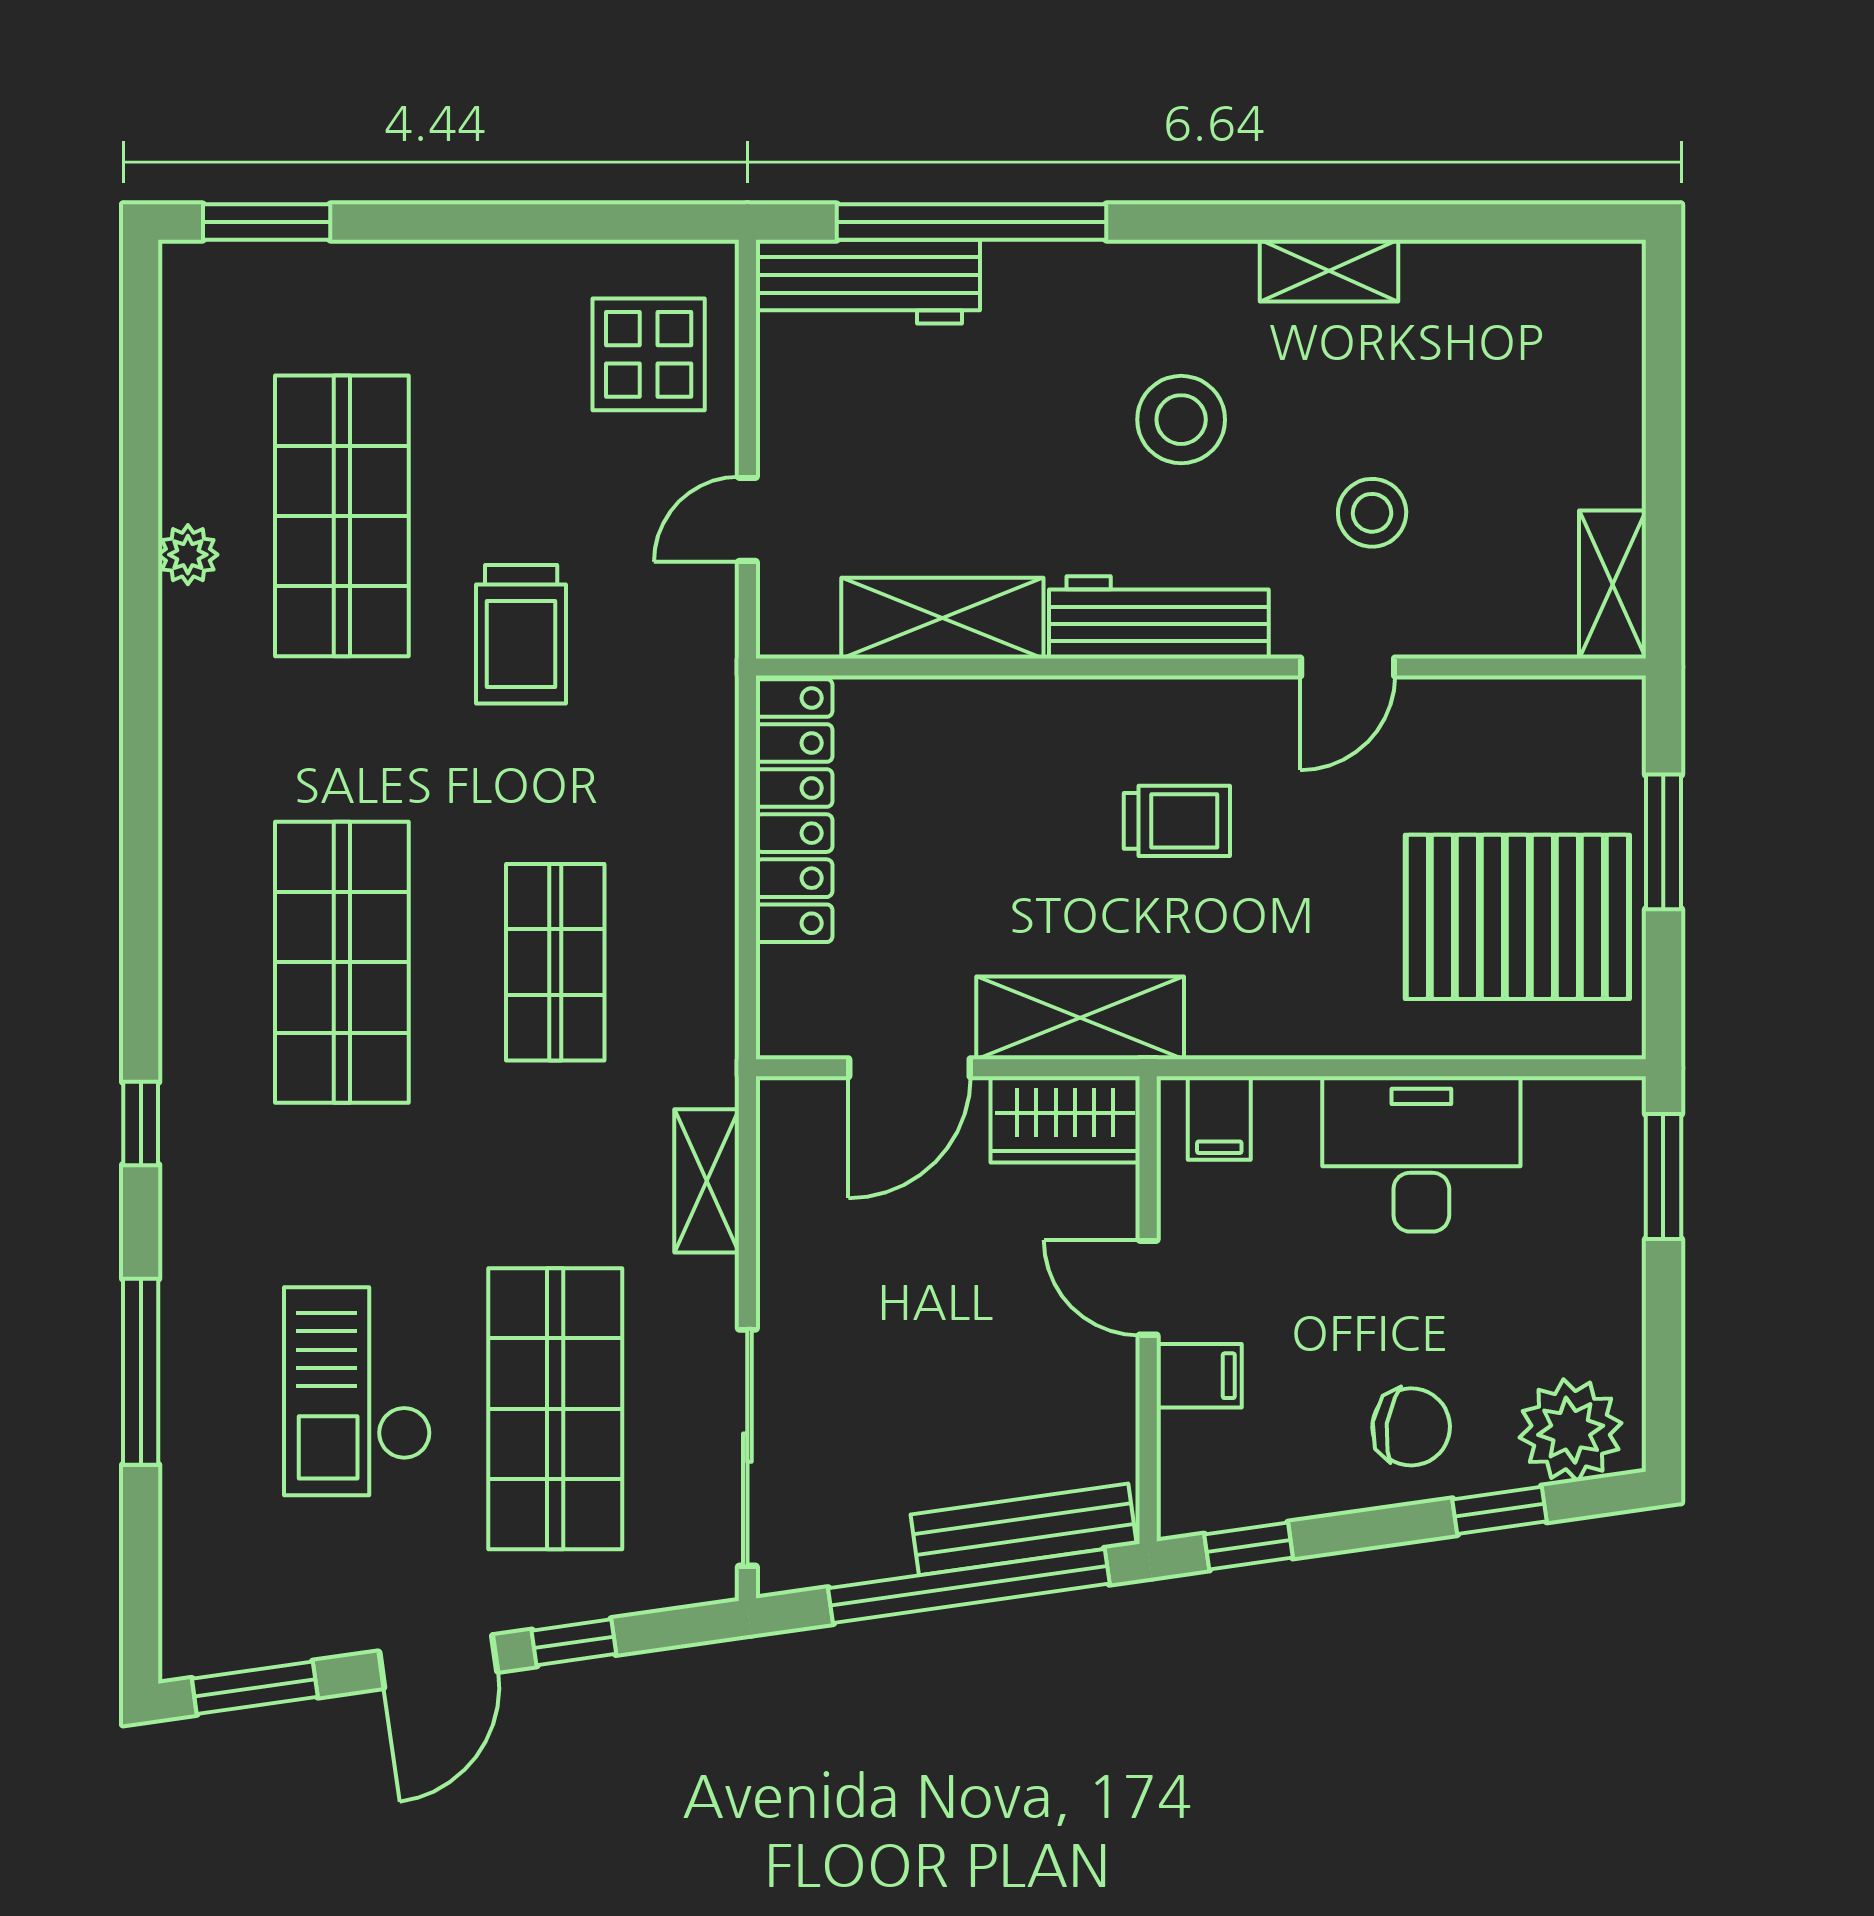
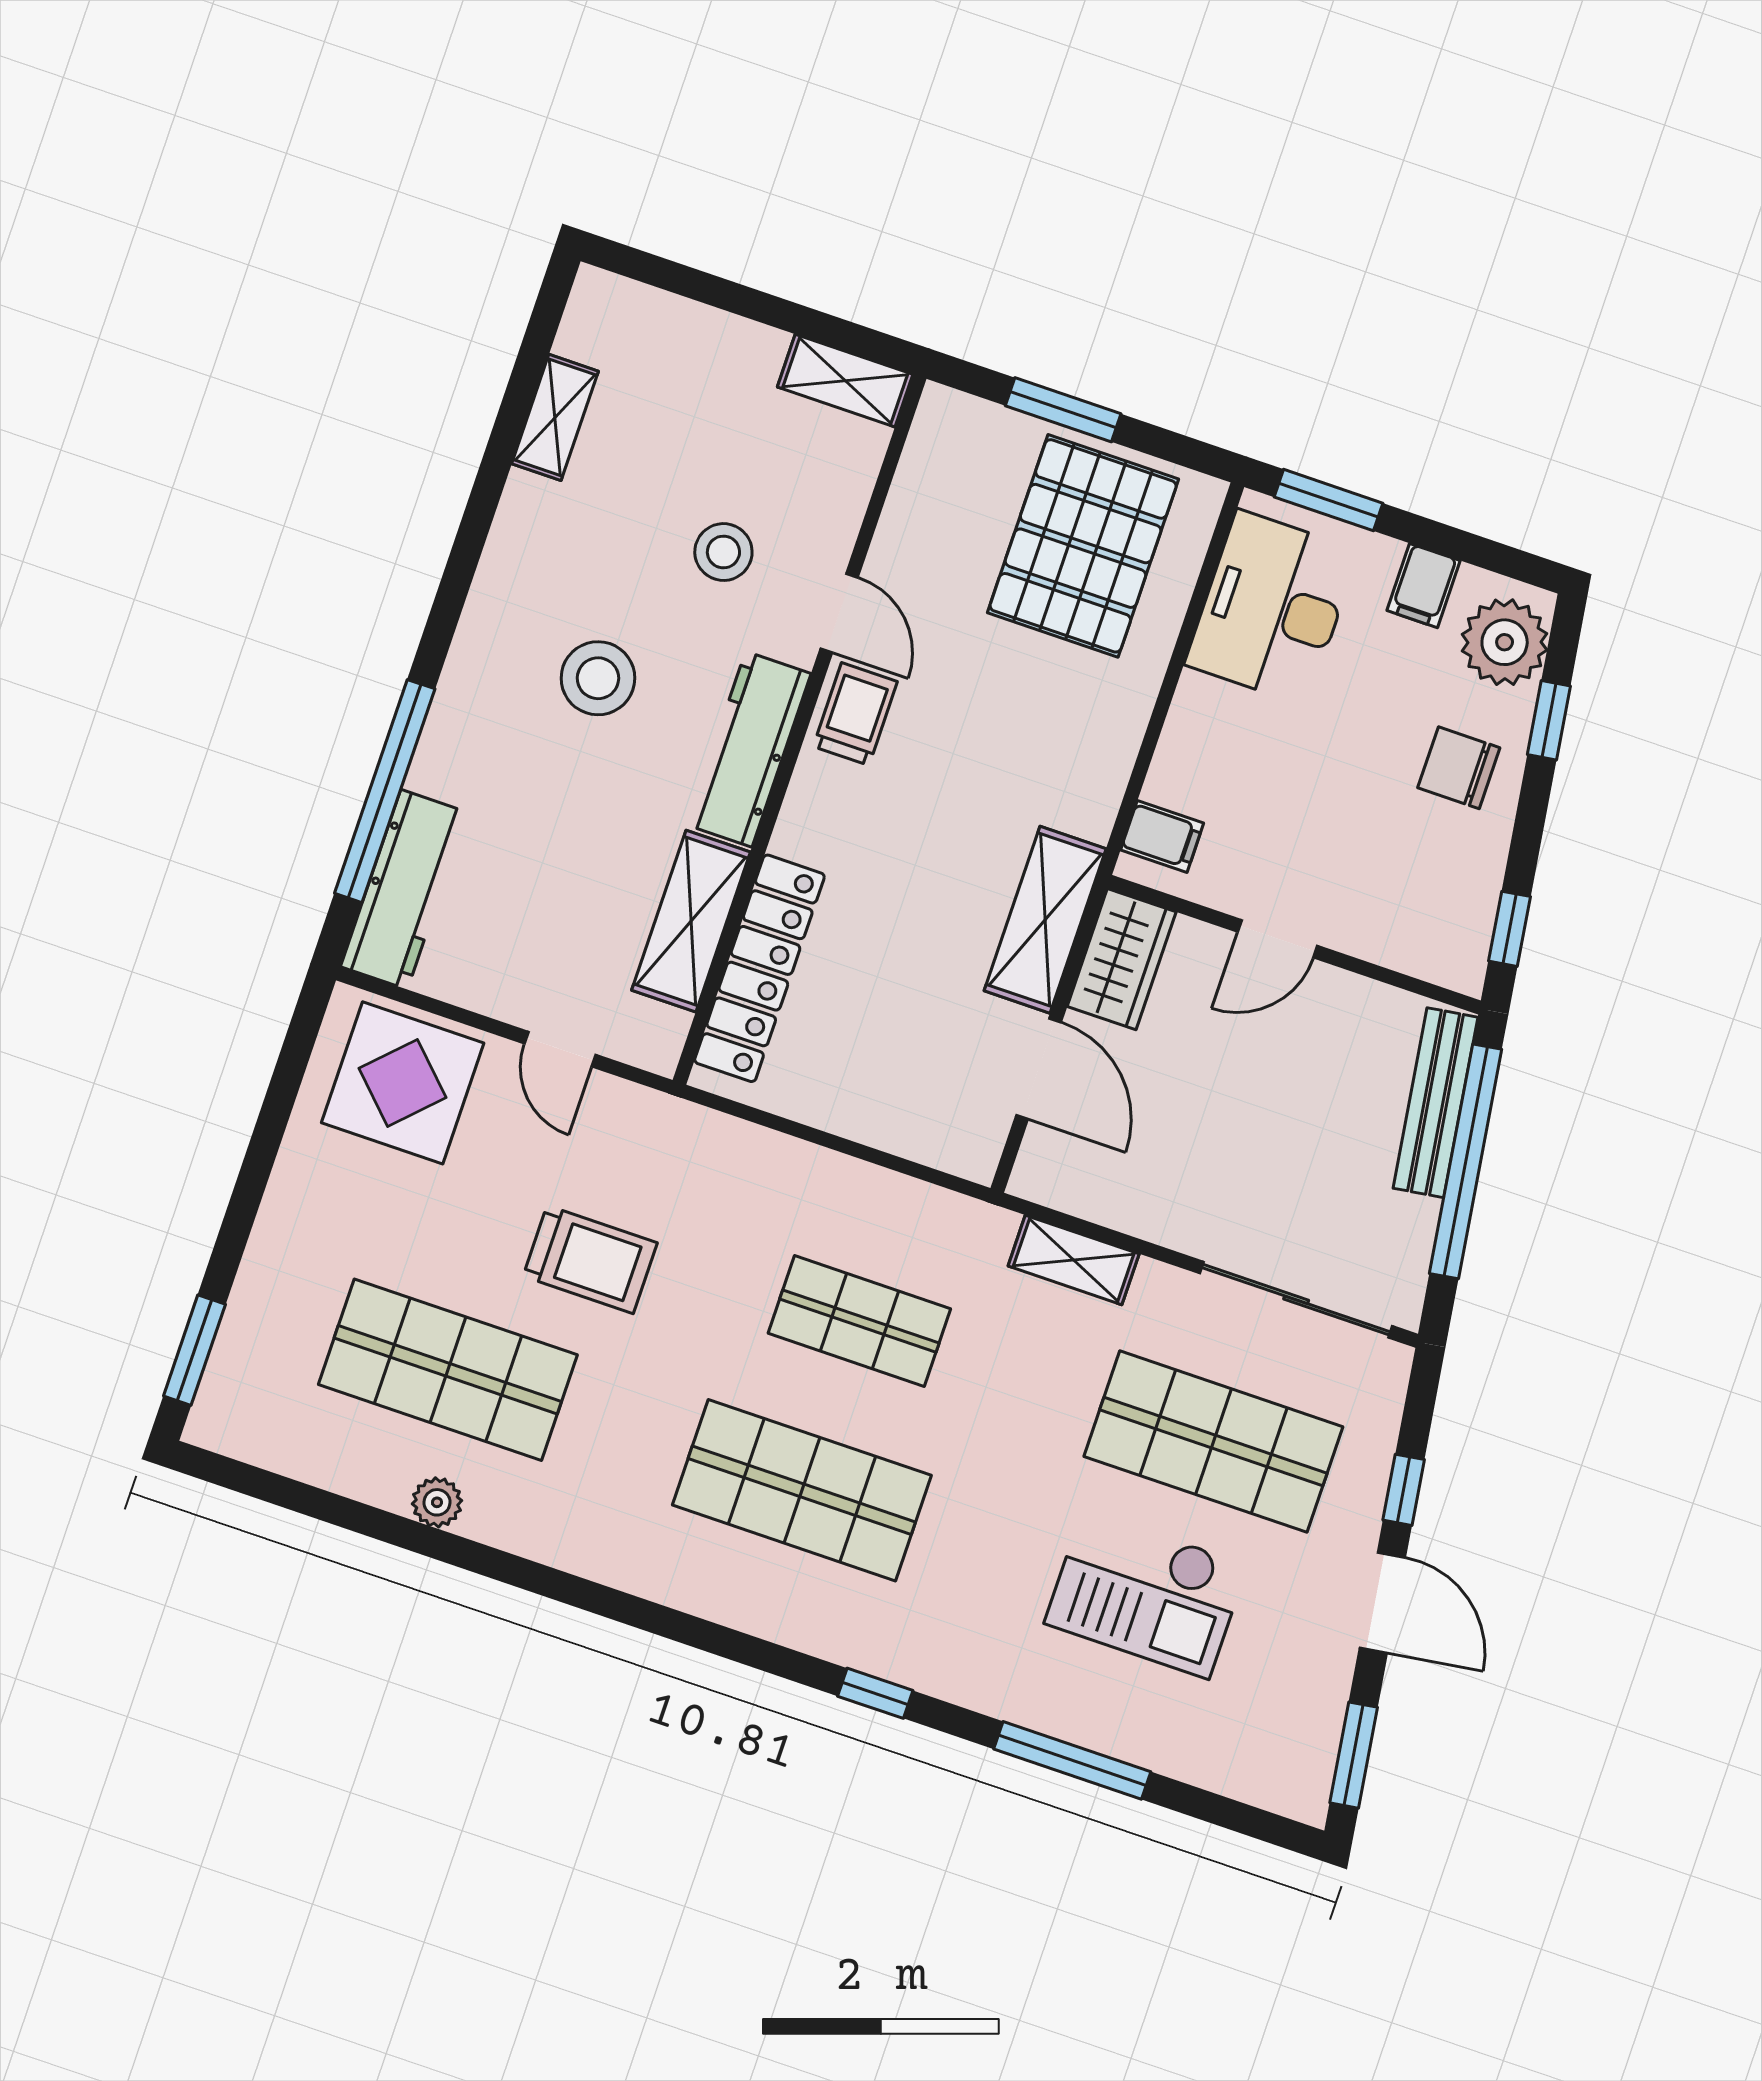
shelving: (1329, 271) -> (555, 417), moved
display table: (649, 354) -> (403, 1083), width x1.36, depth x1.36
locker: (794, 811) -> (759, 968), moved, turned 90
trolley: (1177, 821) -> (855, 714), moved
desk: (1421, 1154) -> (1272, 607), moved
filing cabinet: (1199, 1376) -> (1423, 586), moved, turned 180
chair: (1411, 1427) -> (1459, 768), turned -98

